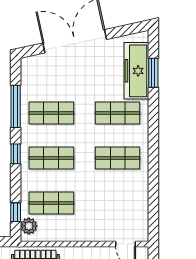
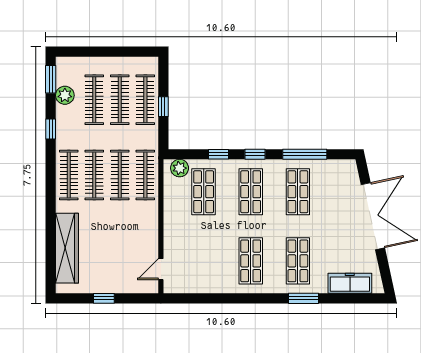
freezer: (136, 71) -> (350, 283), width x0.73, depth x0.79
window: (153, 73) -> (303, 298), moved
window: (16, 212) -> (219, 154), moved

